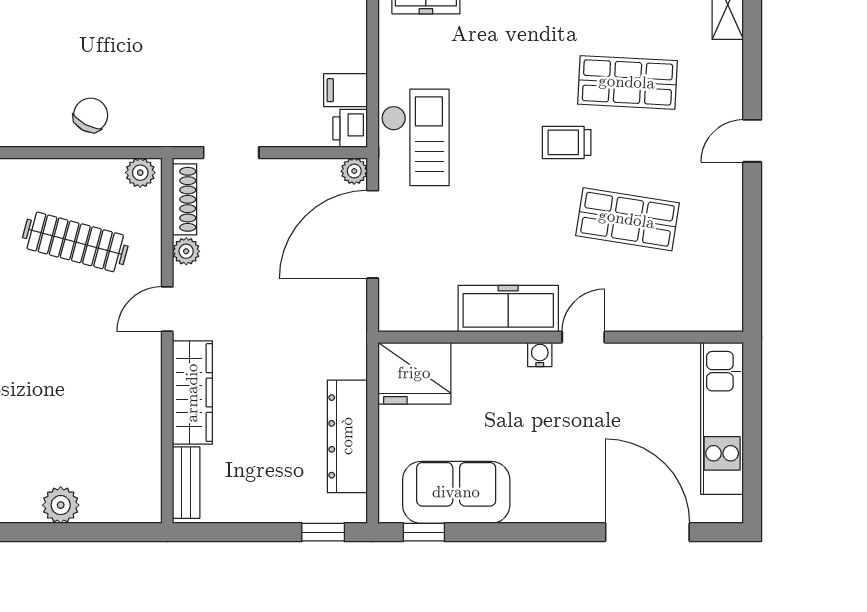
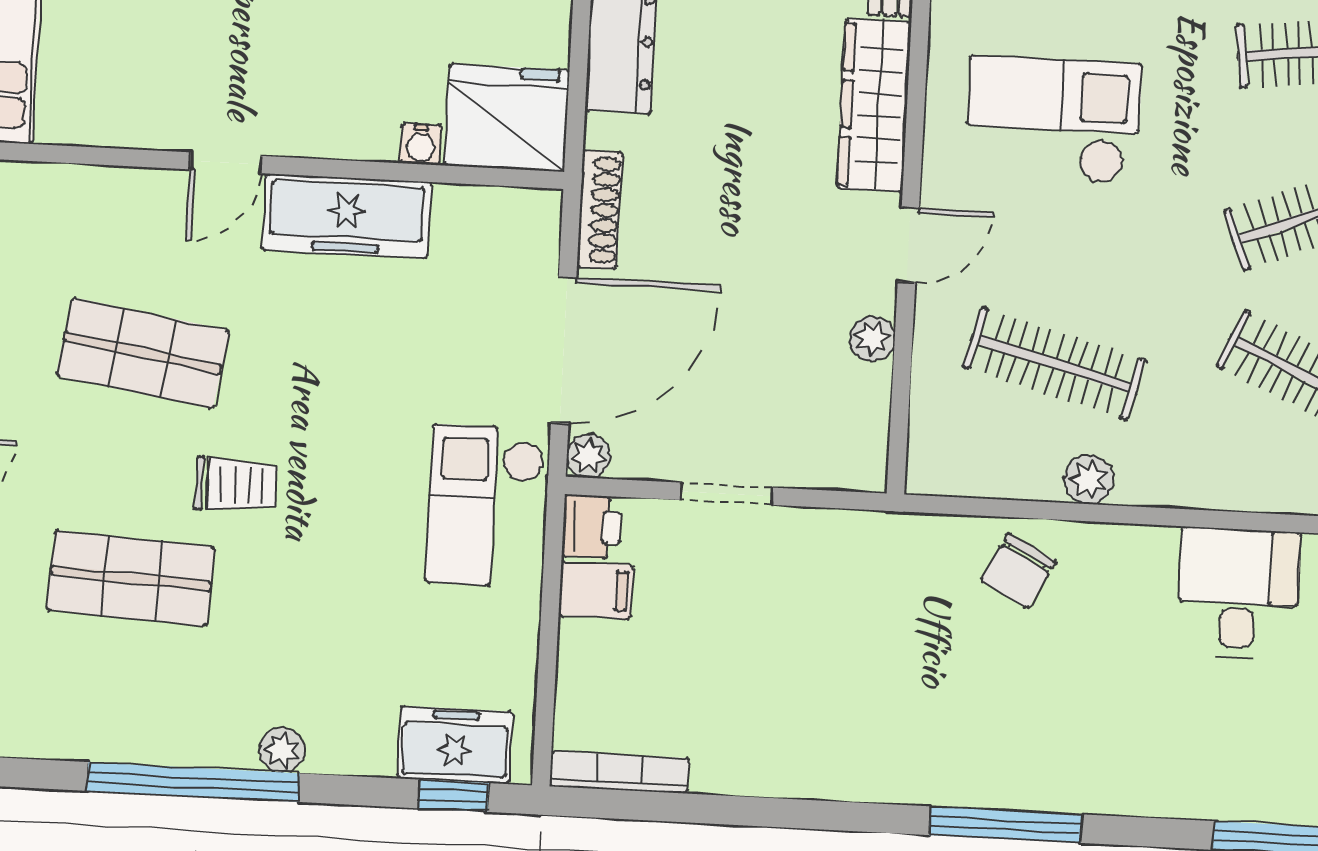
doorway: (231, 153) -> (727, 494), moved
plant: (140, 173) -> (1089, 480), moved
shoe rack: (185, 199) -> (600, 210), moved, turned 180
water cooler: (540, 354) -> (421, 144), moved
checkout: (84, 389) -> (1053, 120), added

